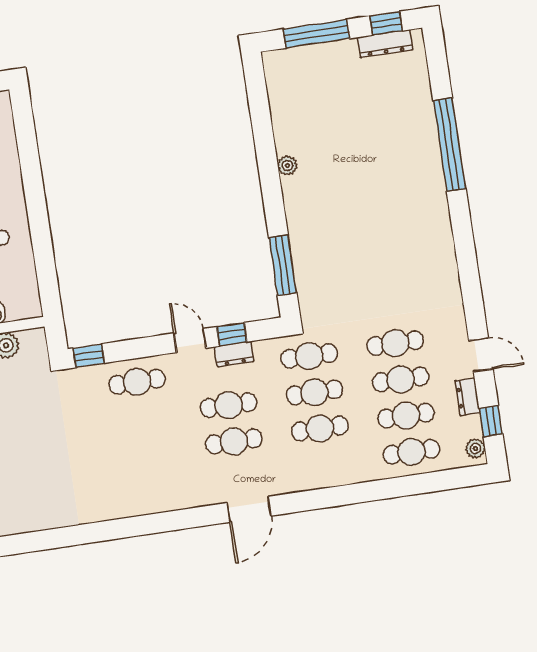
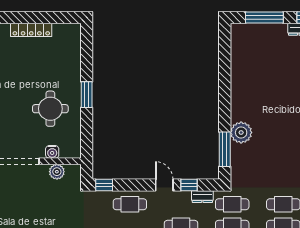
plant: (287, 165) -> (241, 133), moved, width x1.87, depth x1.87
window: (37, 208) -> (87, 95), added
dresser: (234, 354) -> (202, 197), moved

